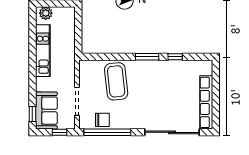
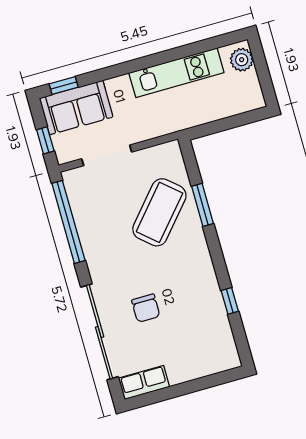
window: (147, 57) -> (203, 205), moved
coffee table: (116, 81) -> (159, 212), turned -43
row of seats: (206, 102) -> (144, 382), width x0.50
chair: (102, 120) -> (146, 308), moved

